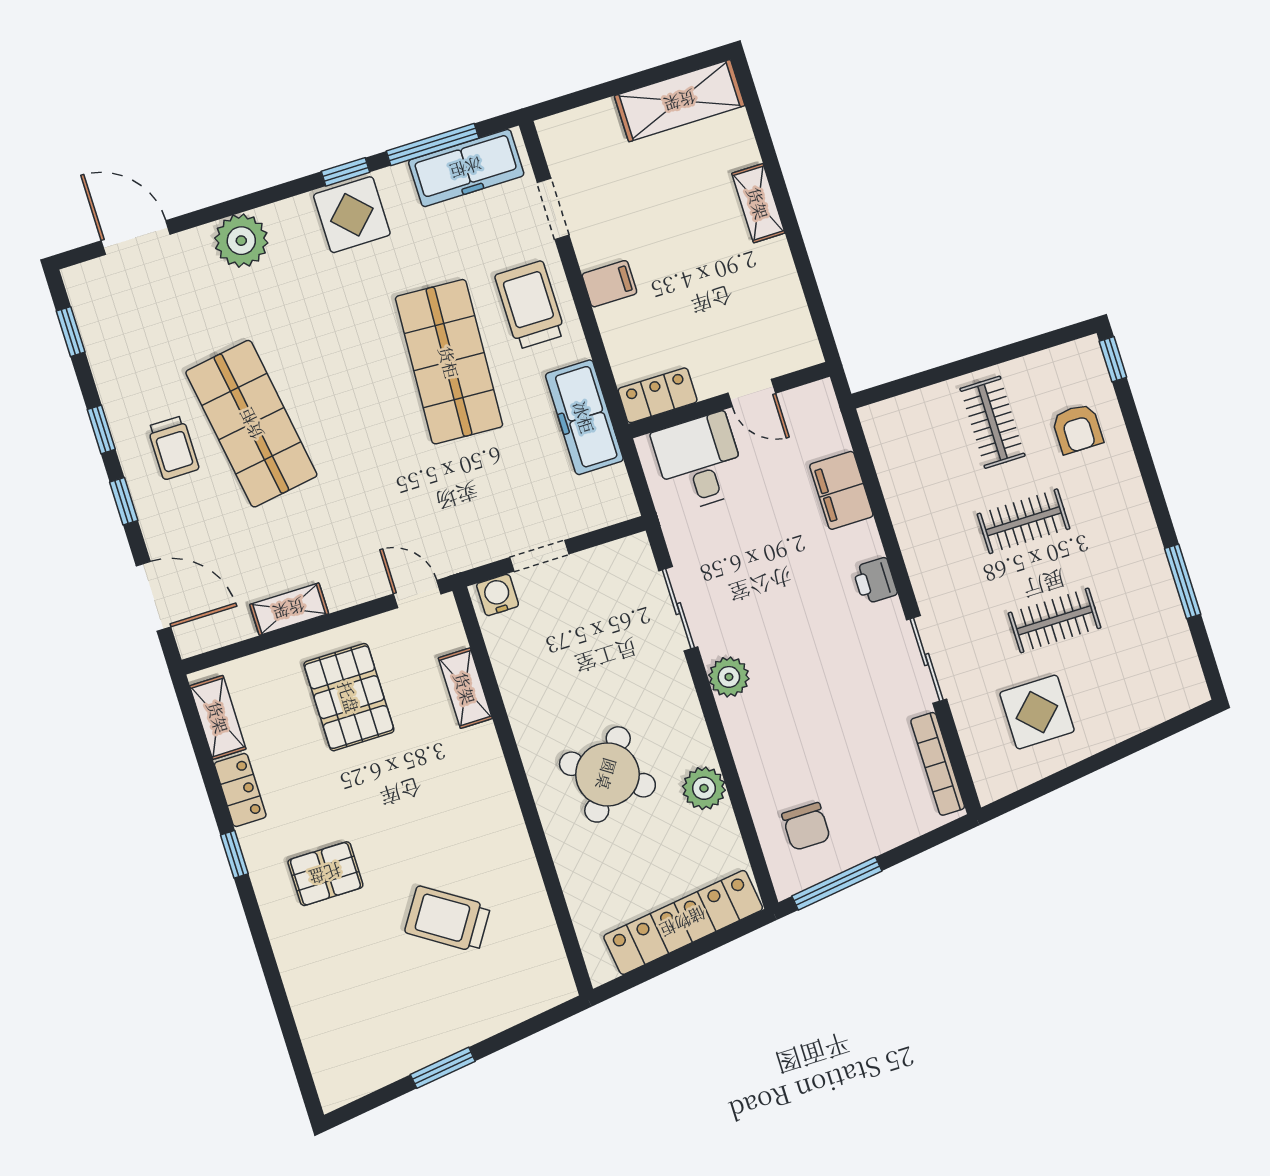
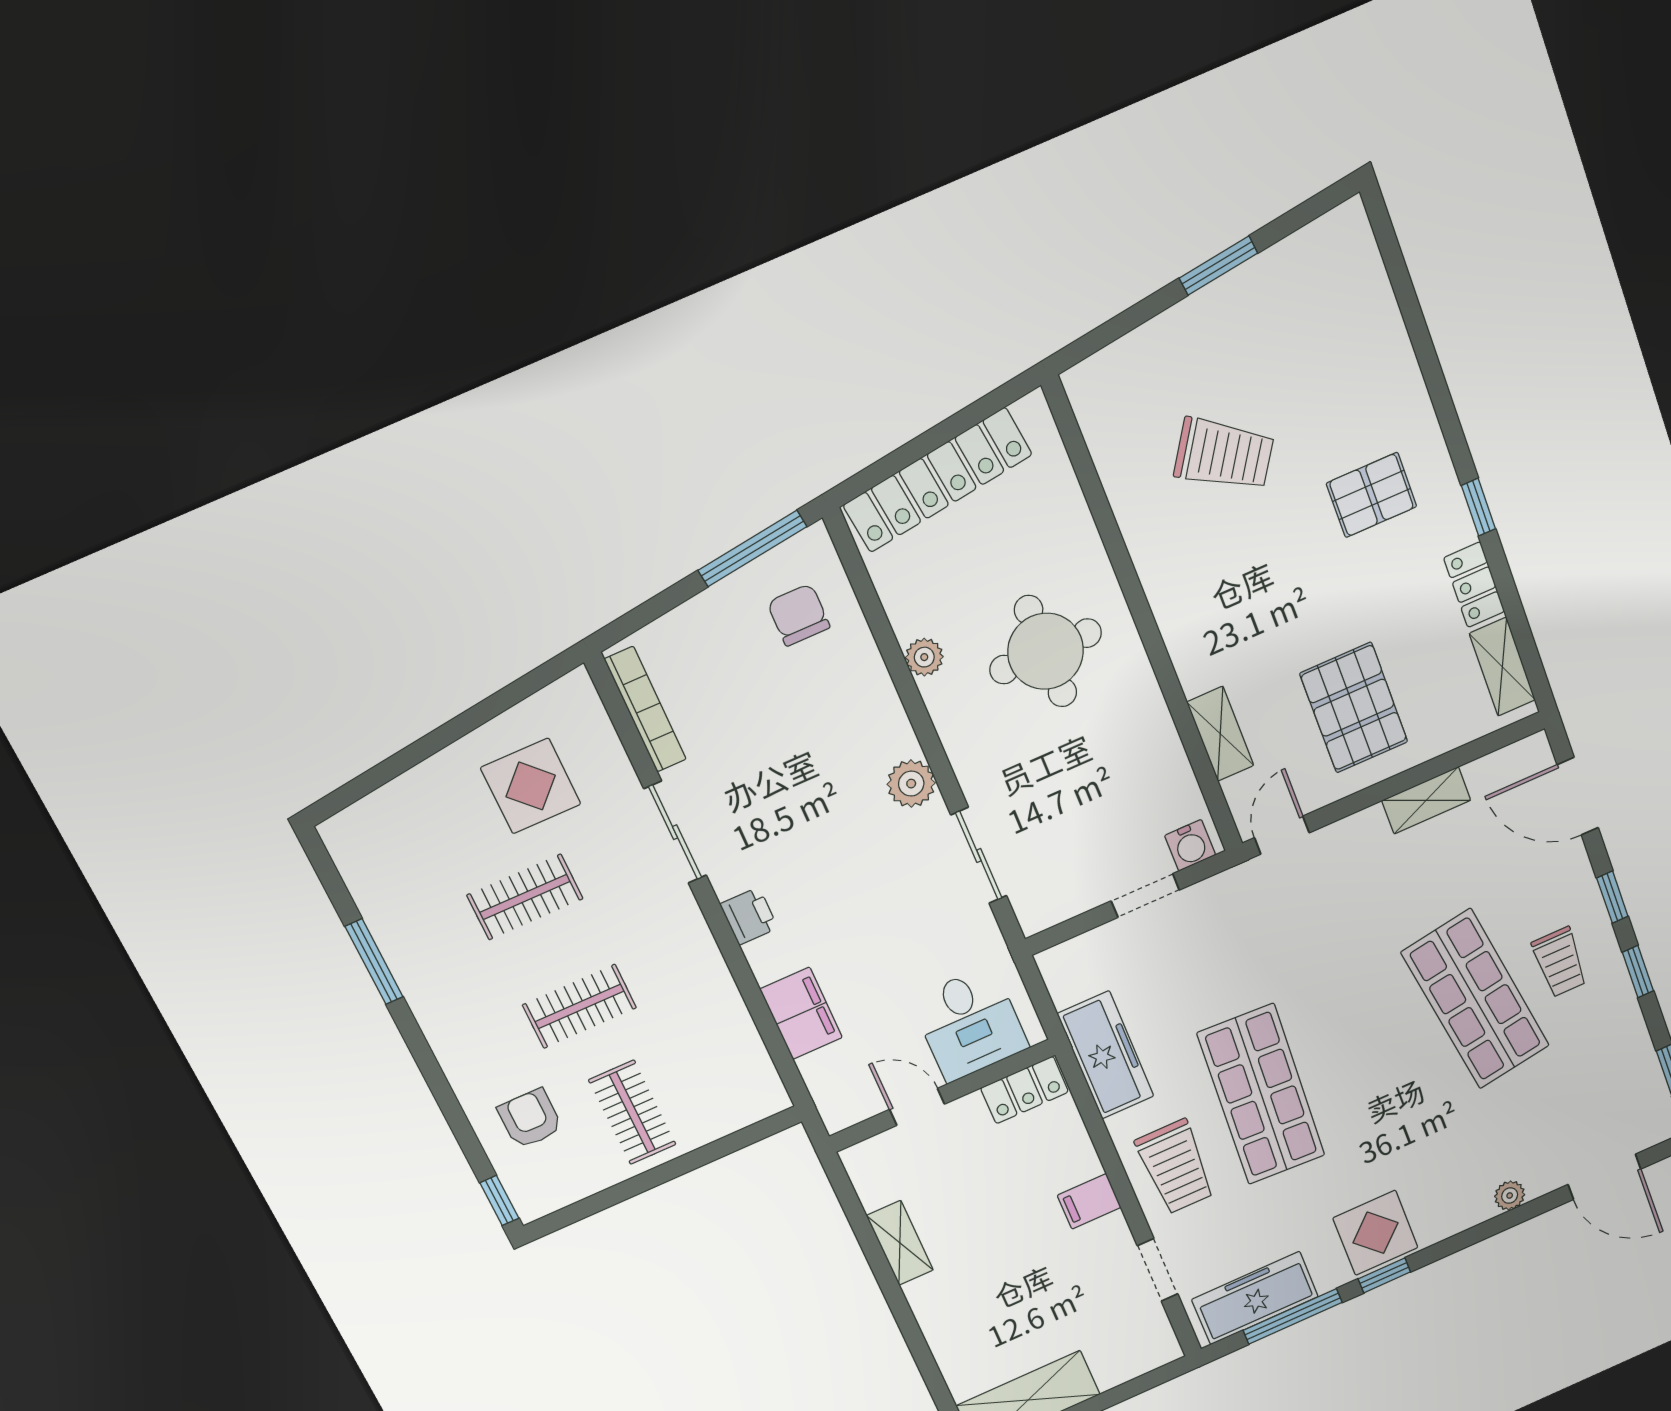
shelving: (758, 203) -> (900, 1243), moved
plant: (241, 241) -> (1510, 1196), width x0.53, depth x0.53
trolley: (173, 448) -> (1560, 962), turned 180
door: (417, 594) -> (1282, 835), swing flipped
round table: (607, 774) -> (1046, 651), turned -34
plant: (704, 788) -> (924, 657), width x0.73, depth x0.73

